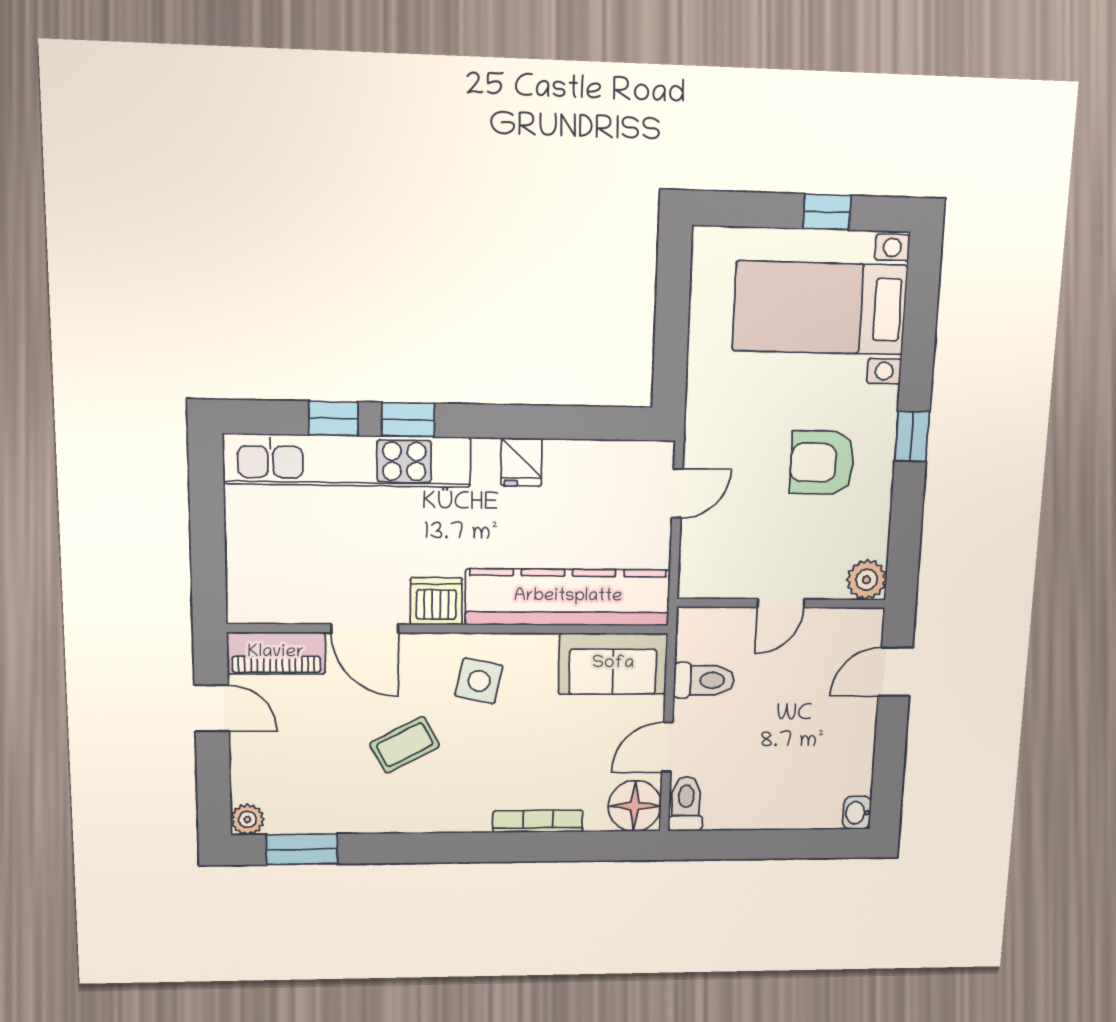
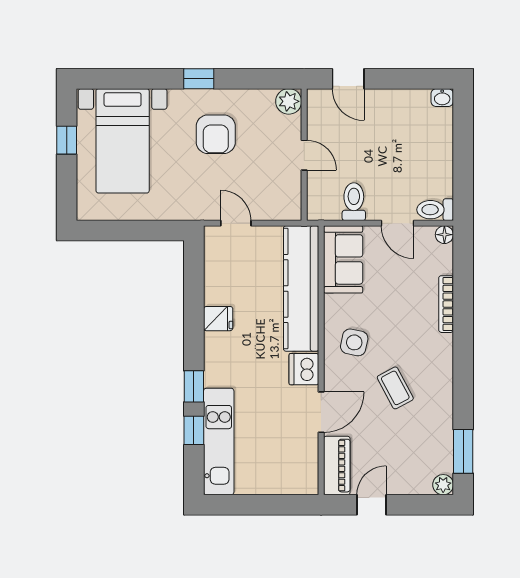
kitchen unit: (347, 460) -> (219, 442), width x0.73
floor lamp: (635, 806) -> (444, 235), width x0.53, depth x0.53

